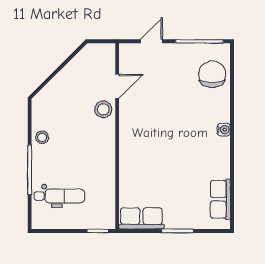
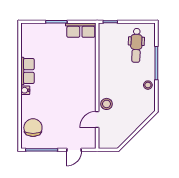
chair: (212, 74) -> (33, 128), turned 180
dental chair: (59, 196) -> (136, 45), turned -88
row of seats: (220, 199) -> (27, 71), moved

